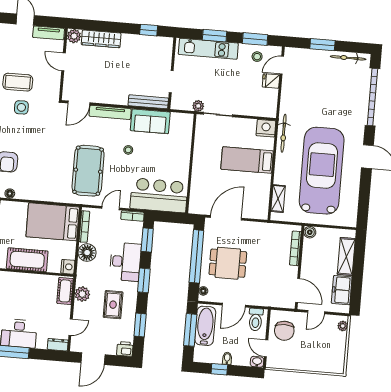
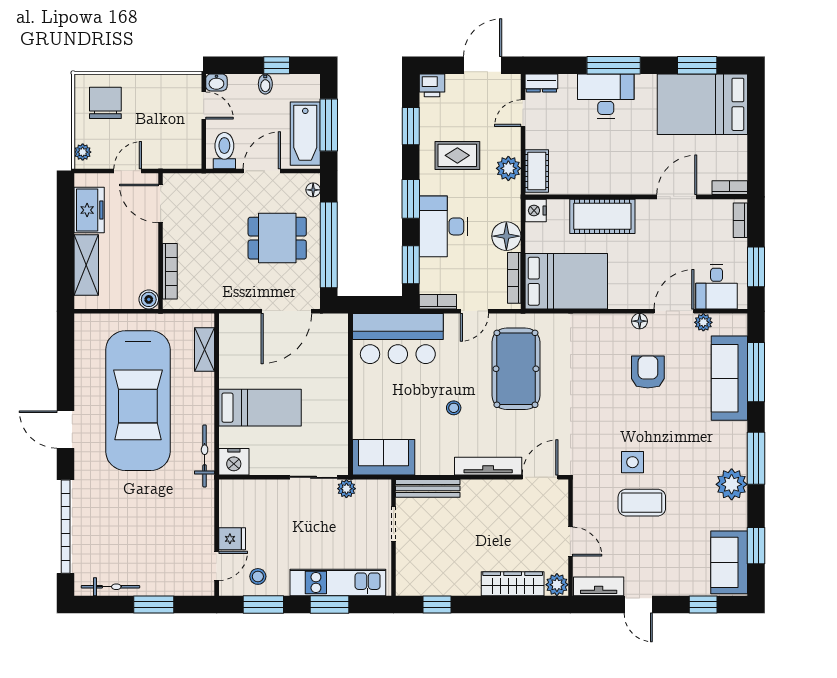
sofa: (150, 121) -> (384, 457), moved
rug: (113, 305) -> (457, 155), turned 90
chair: (284, 331) -> (105, 103), moved

